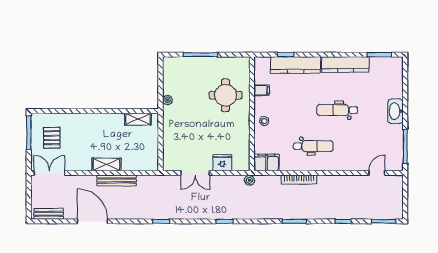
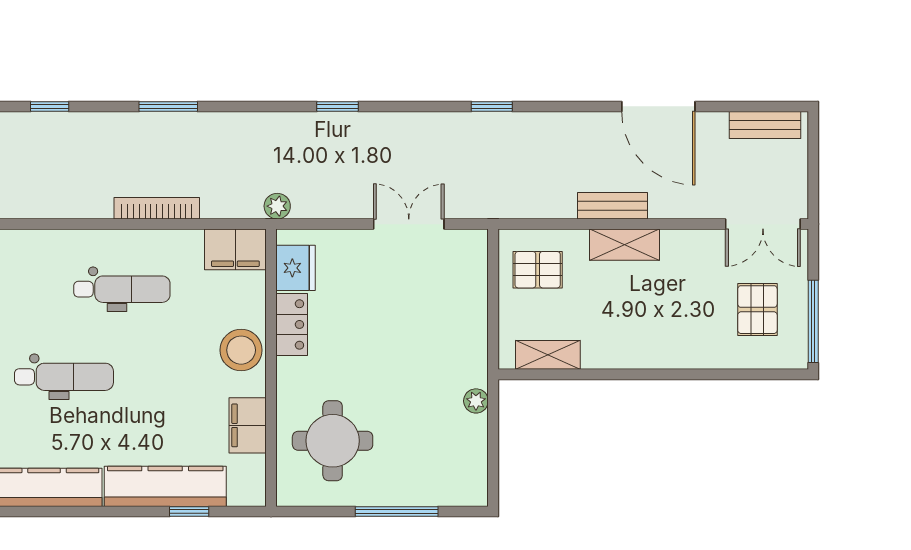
filing cabinet: (262, 90) -> (248, 425), width x2.00
round table: (226, 95) -> (333, 441), moved
stool: (264, 121) -> (241, 350), width x1.89, depth x1.89
locker: (243, 132) -> (292, 324), added
dental chair: (313, 146) -> (122, 289), turned 180
pallet: (142, 154) -> (538, 270), added
fridge: (222, 163) -> (296, 268), moved, turned -90
bench: (117, 180) -> (613, 206), width x0.73

